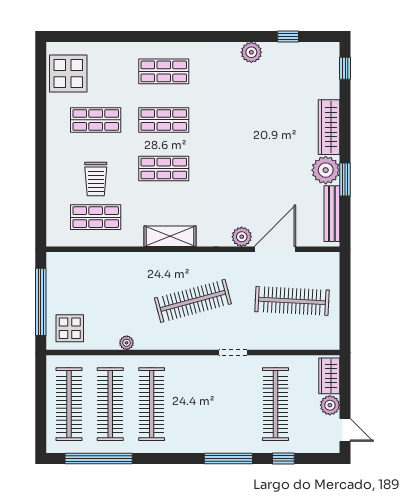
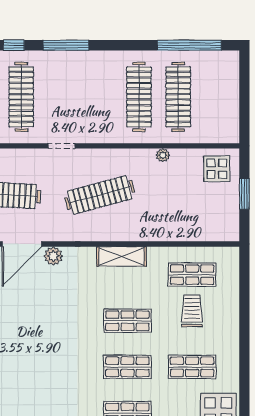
window: (41, 302) -> (244, 194), width x0.47
clothes rail: (69, 404) -> (217, 97), removed

